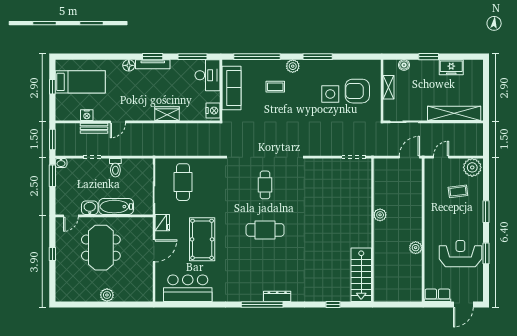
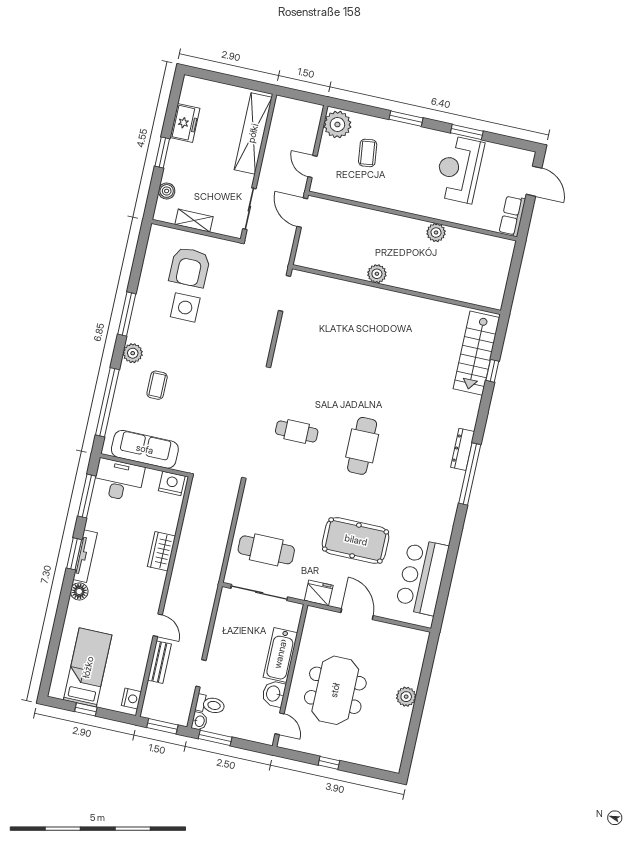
nightstand: (87, 115) -> (131, 699), moved
toilet: (115, 168) -> (210, 705), moved
meeting table: (101, 248) -> (335, 690), turned 90
stairs: (361, 275) -> (476, 353), moved, turned 90

